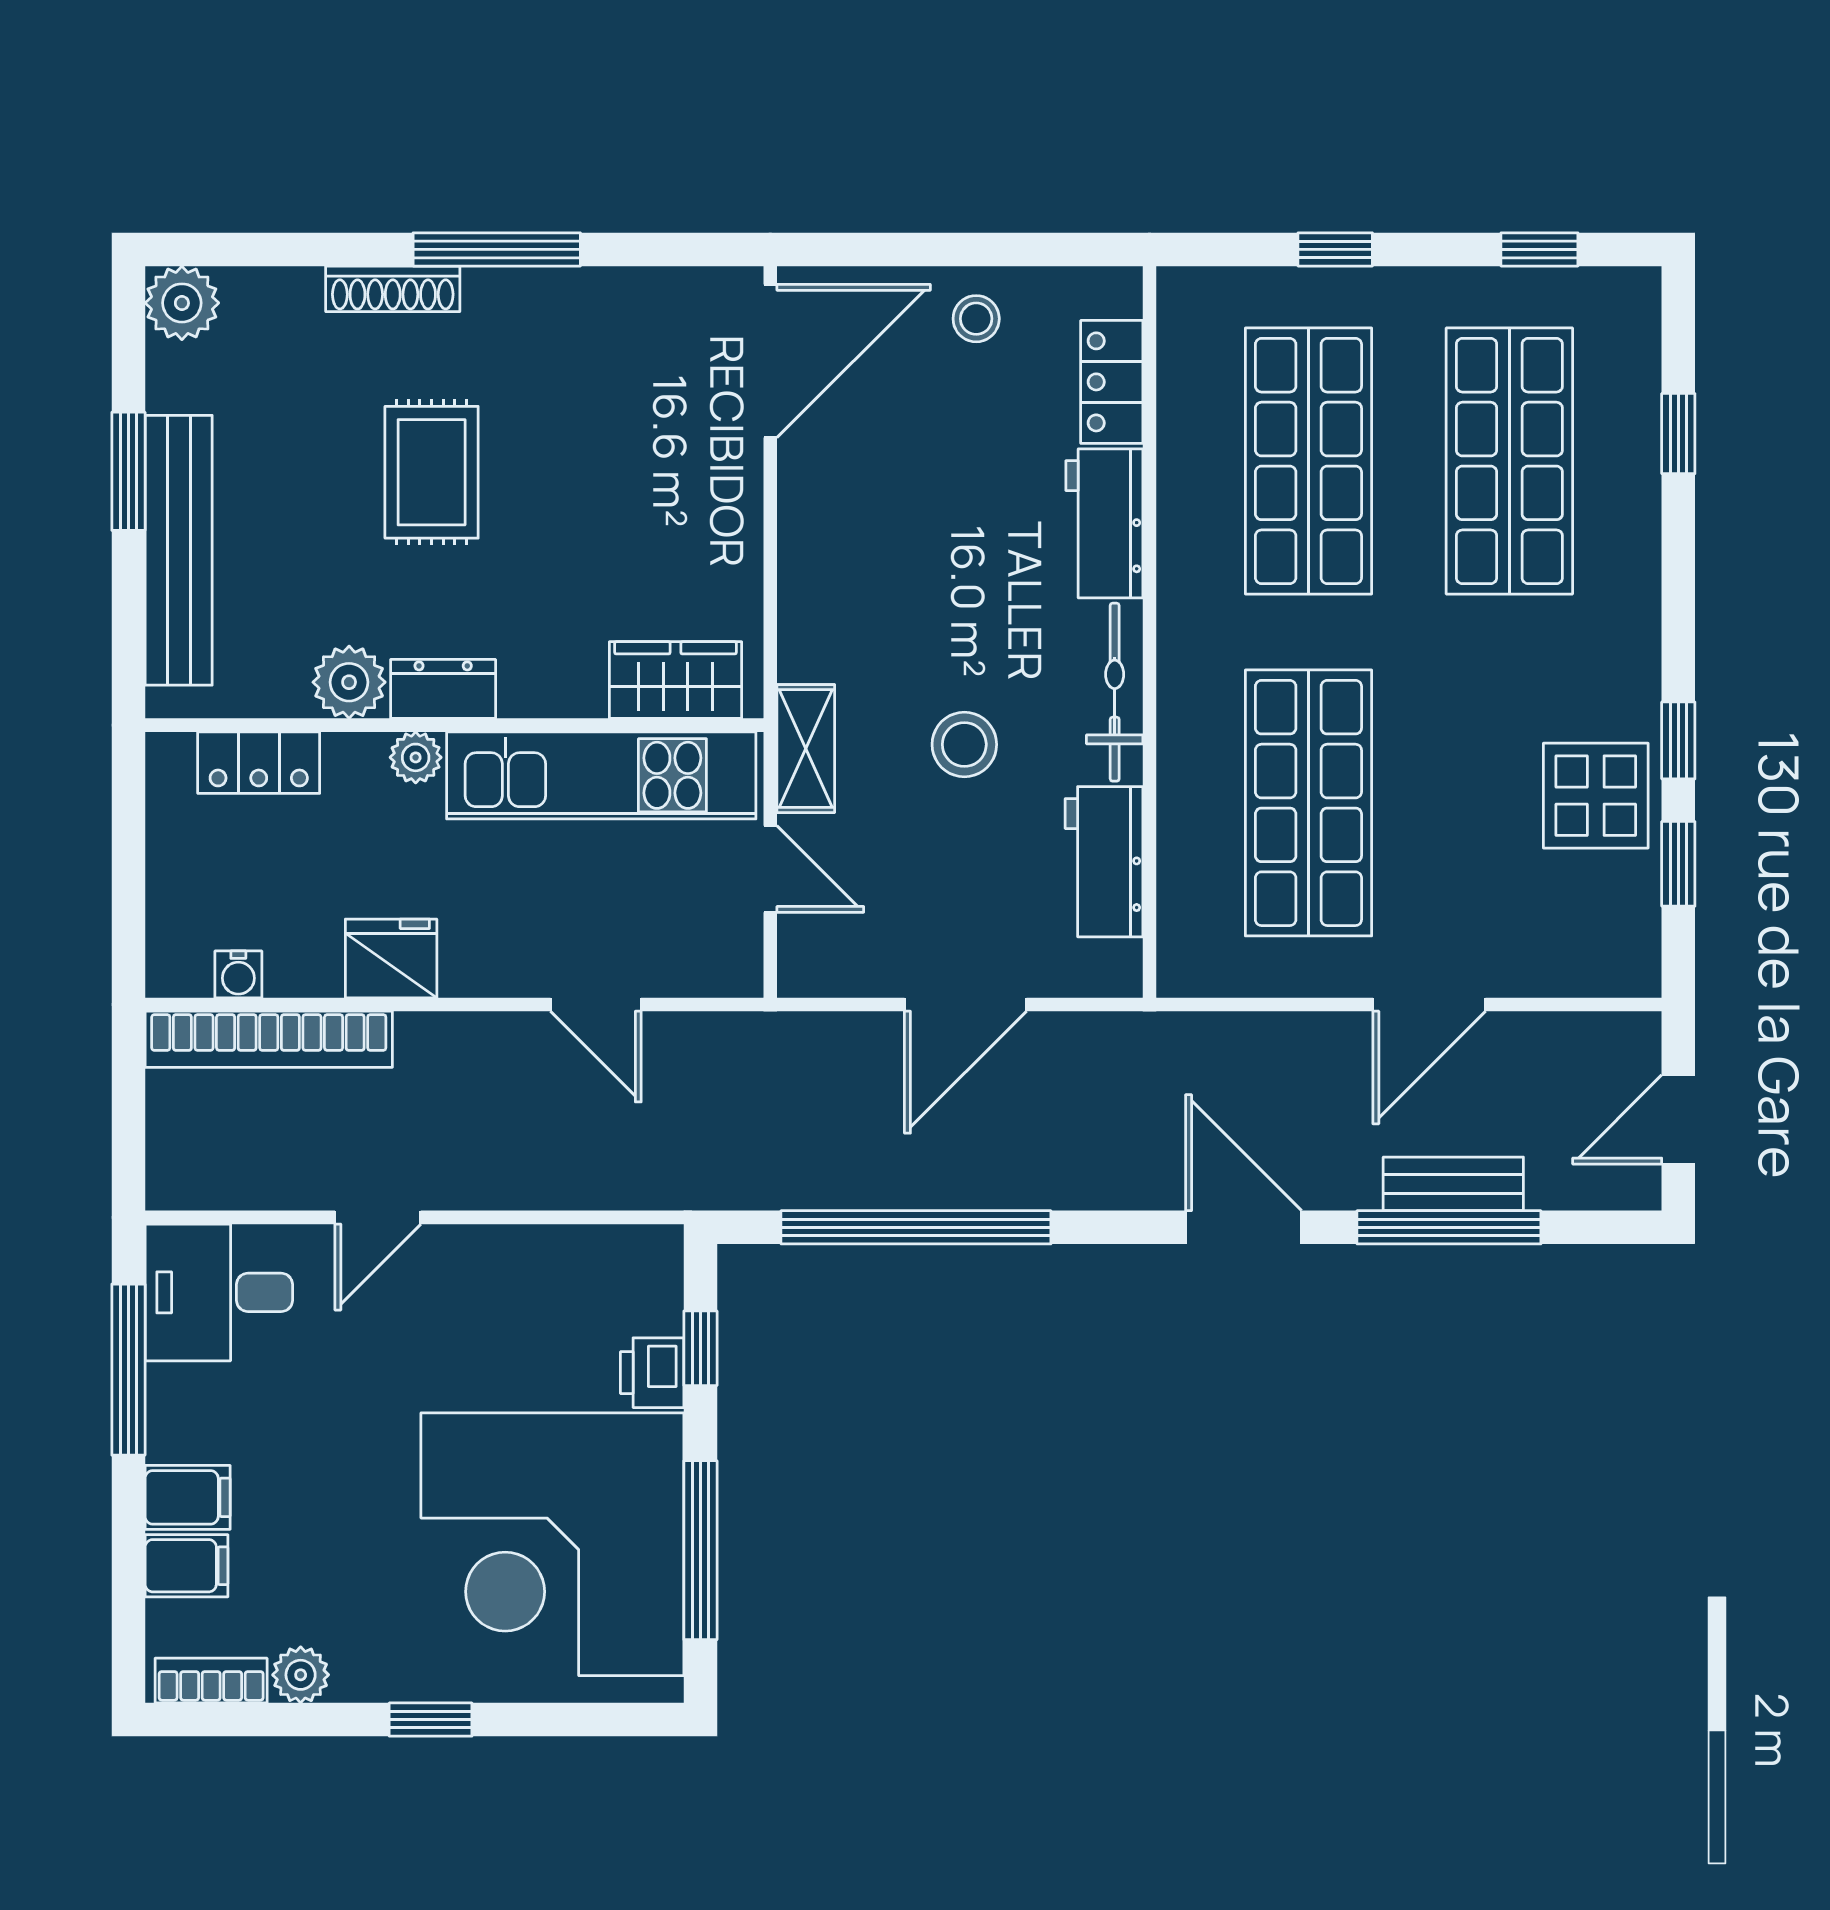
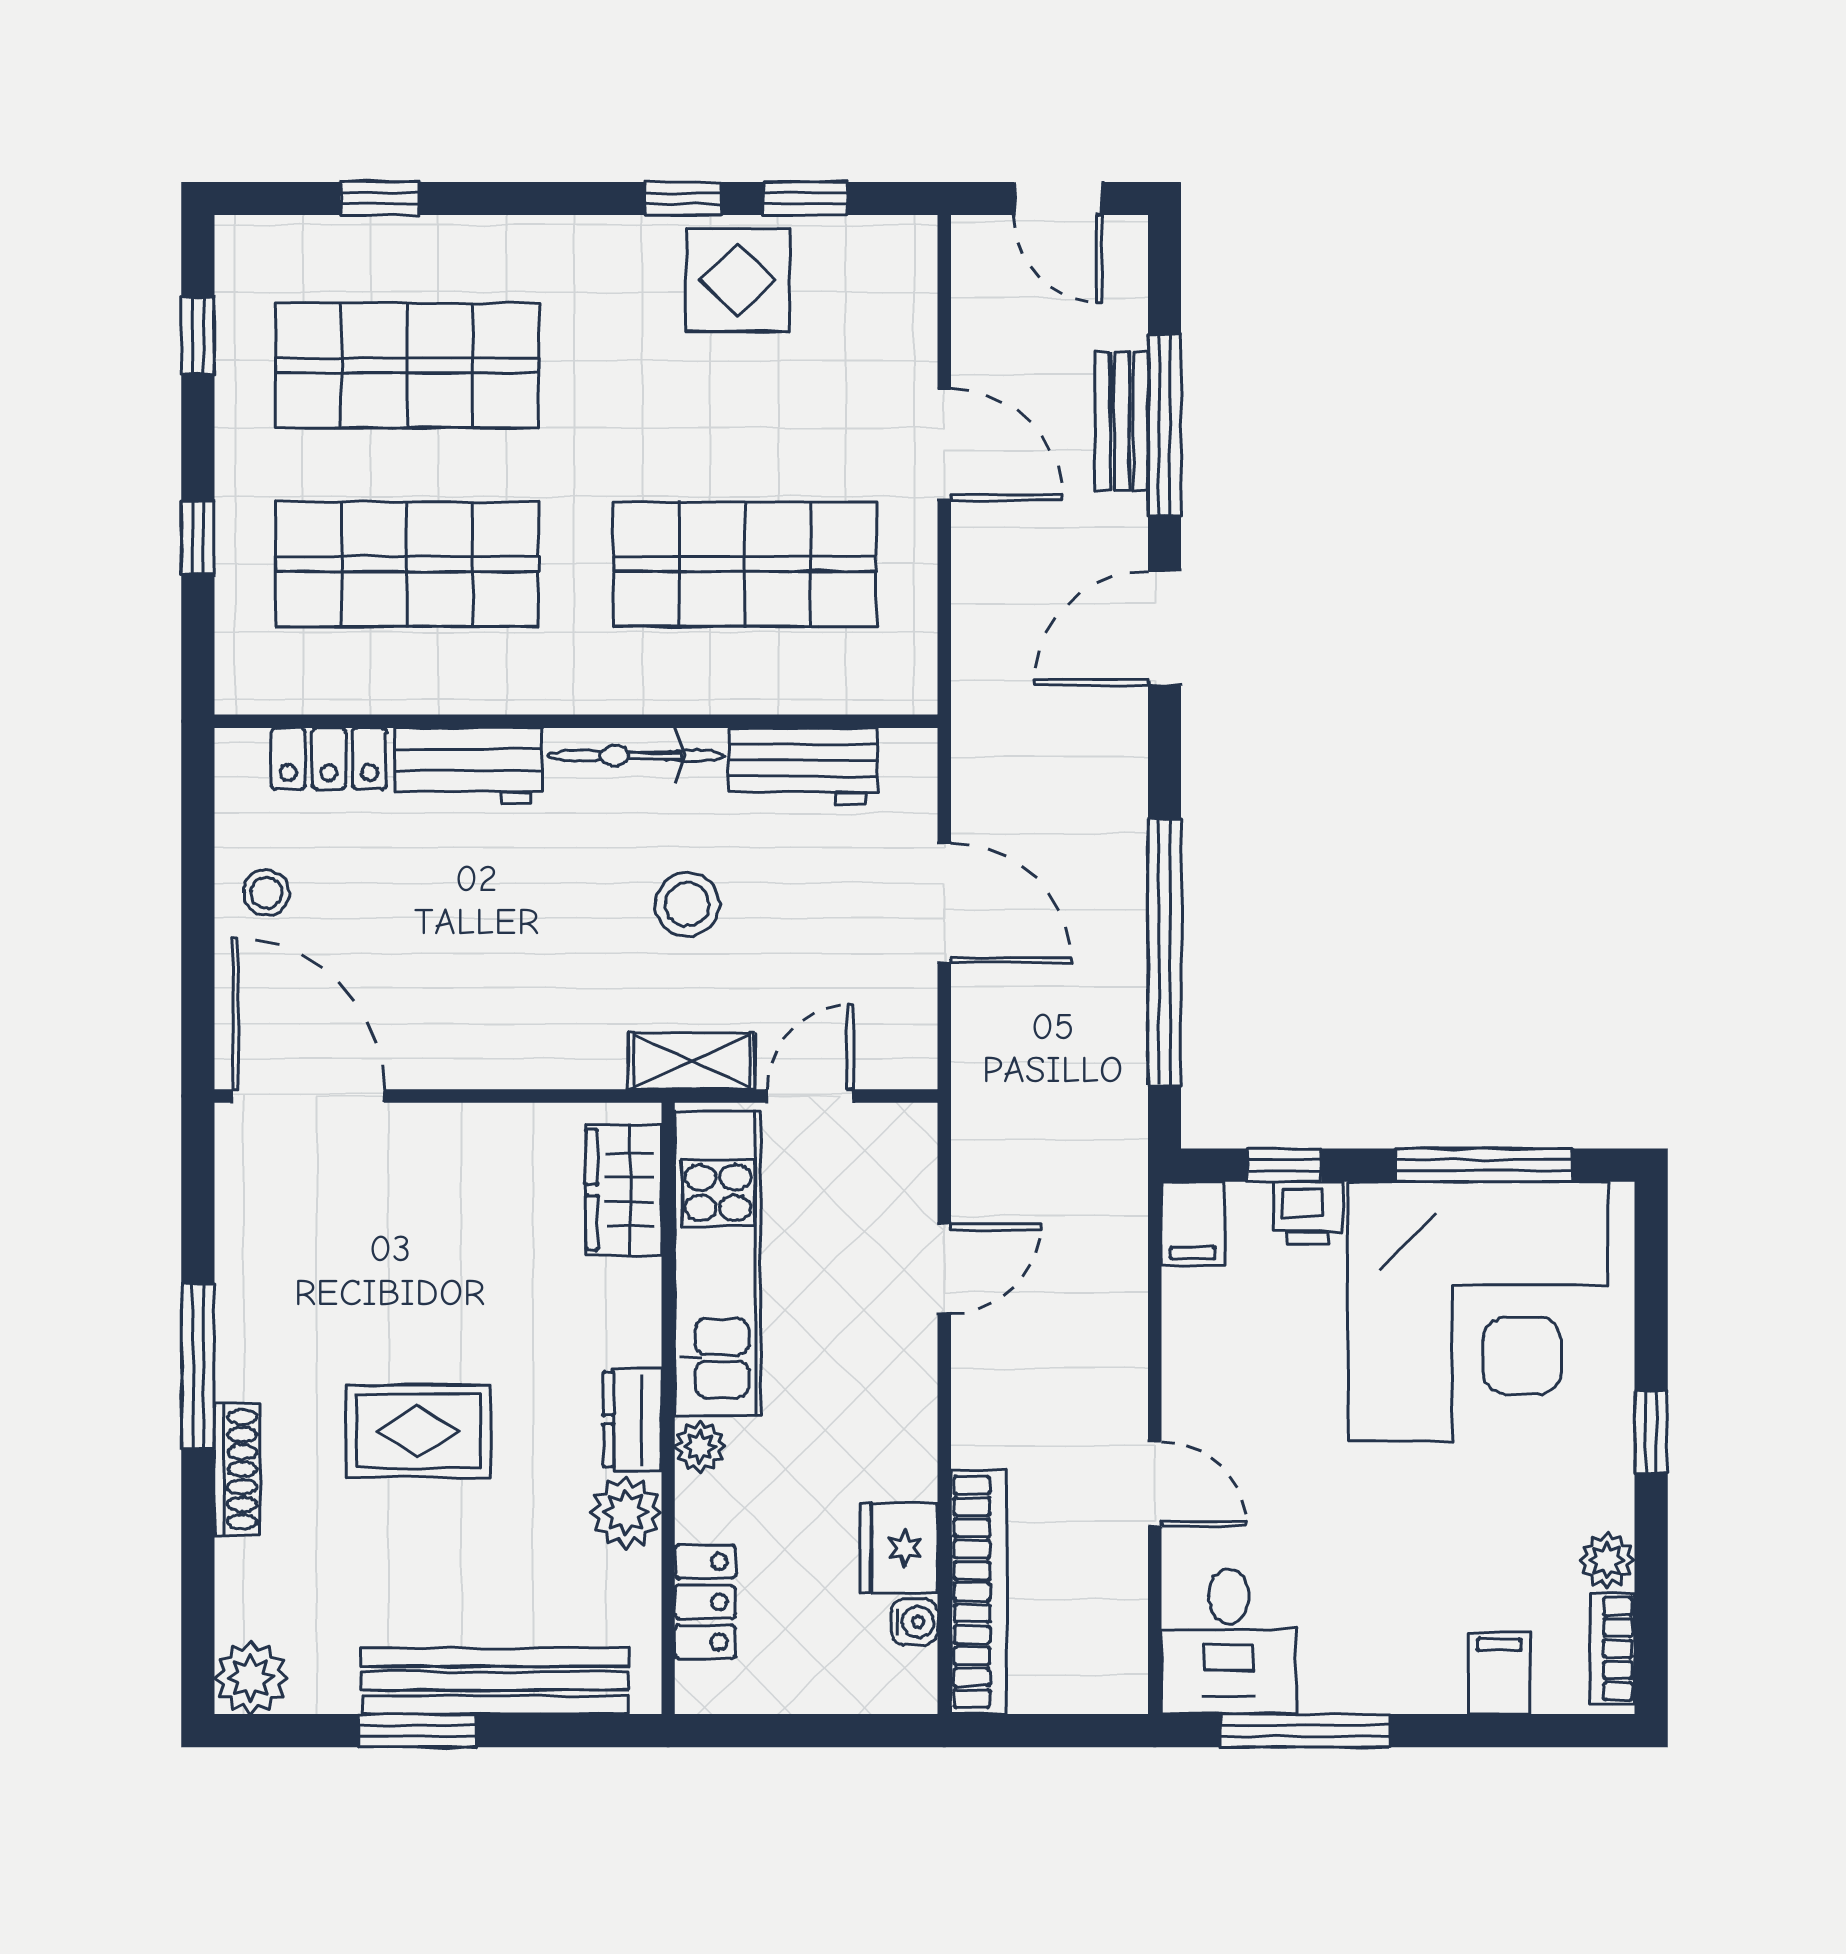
fridge: (391, 958) -> (899, 1548), moved
filing cabinet: (188, 1497) -> (1193, 1224), moved, turned 180

